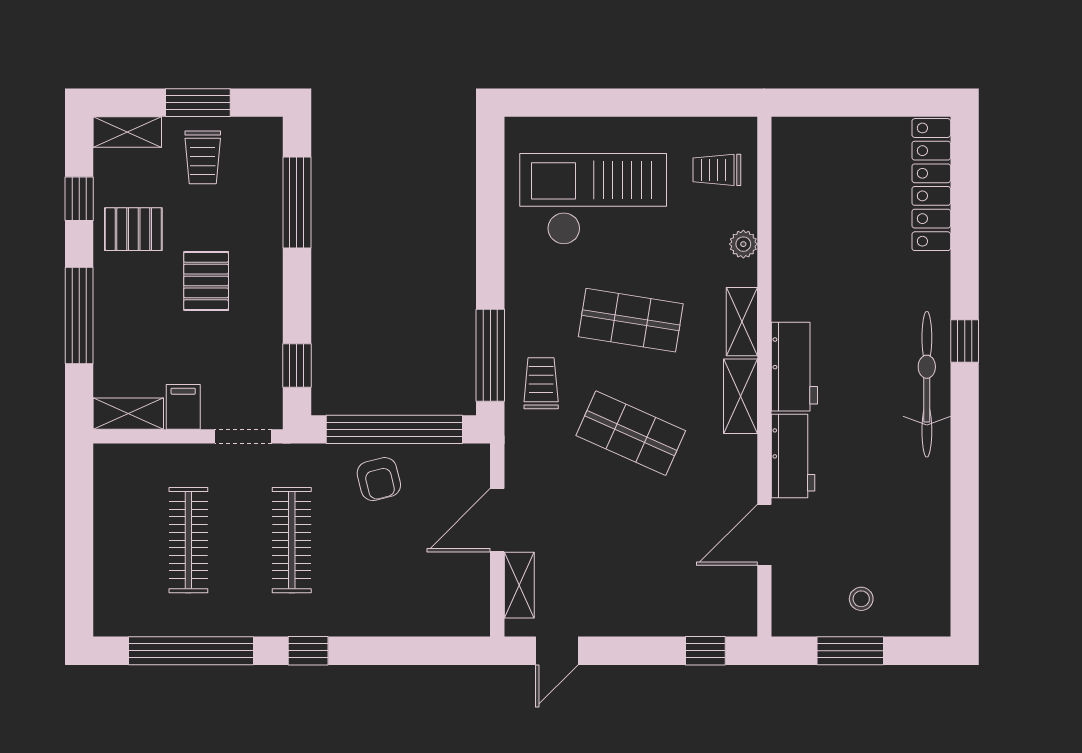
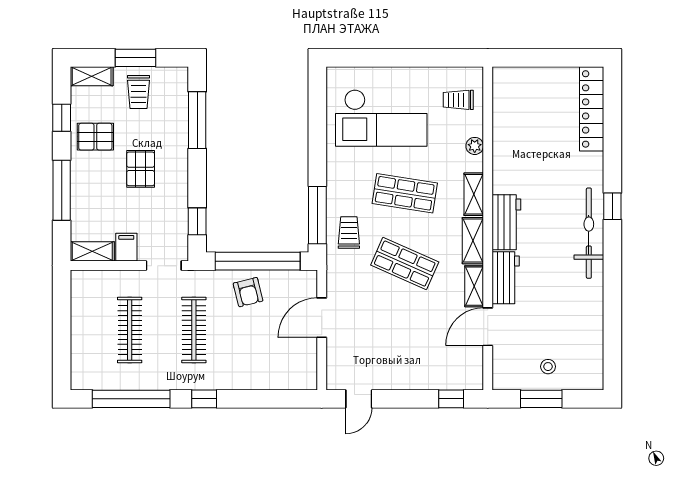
checkout: (593, 199) -> (381, 118), turned 180
shelving: (519, 585) -> (474, 286), moved

